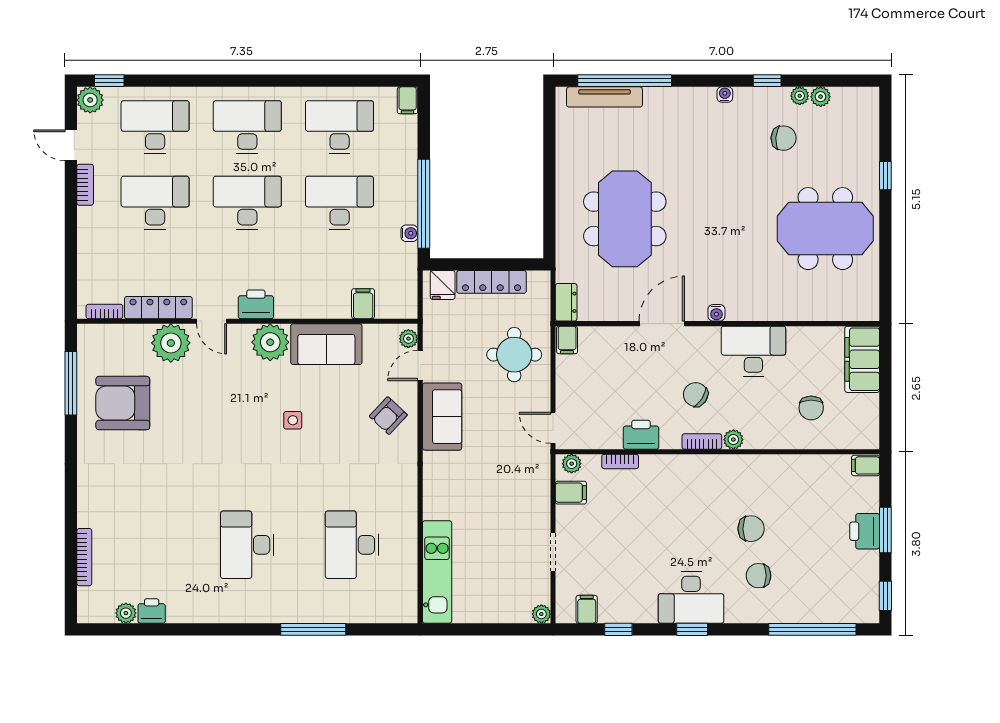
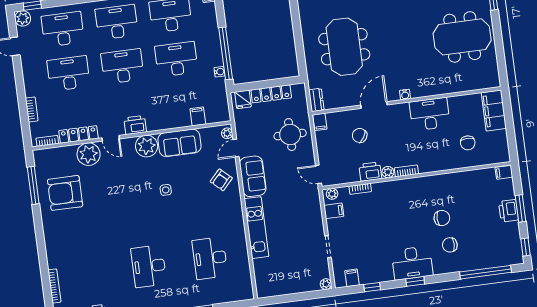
bookcase: (85, 185) -> (32, 109), moved
chair: (696, 395) -> (360, 135), moved
plant: (733, 440) -> (388, 172), moved
kitchen unit: (437, 572) -> (256, 228), moved

